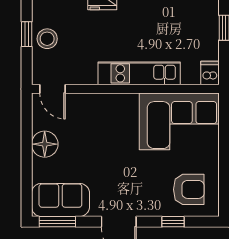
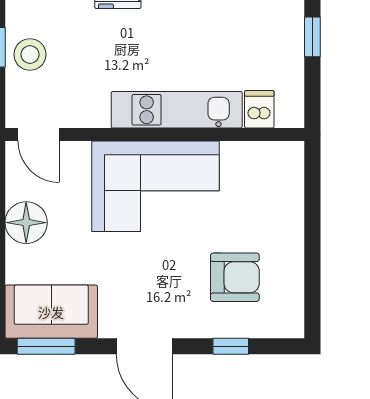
dishwasher: (210, 73) -> (259, 109), moved
corner sofa: (179, 121) -> (156, 186), moved
armchair: (189, 189) -> (235, 277), moved

